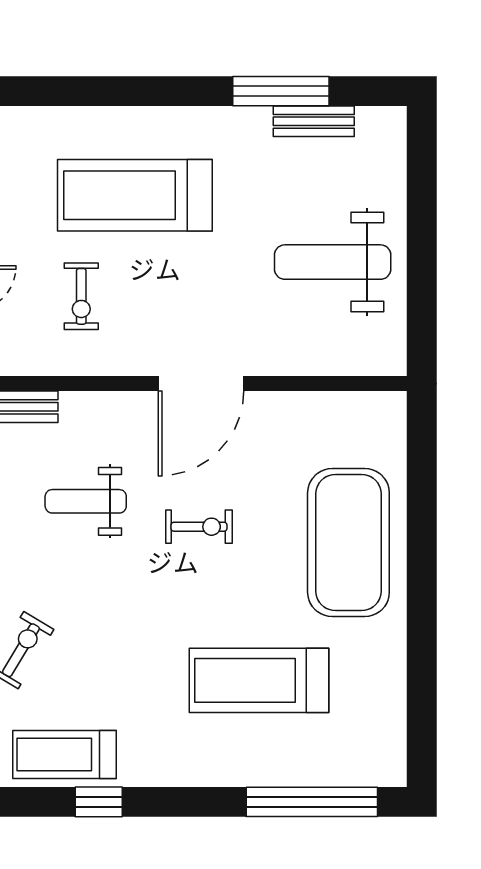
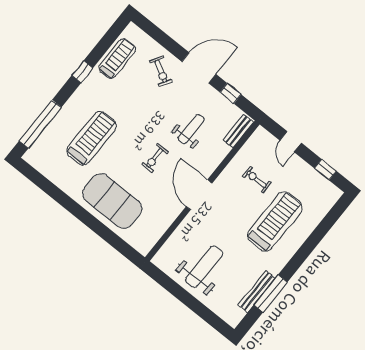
bench: (314, 121) -> (257, 292), width x1.36
window: (99, 802) -> (82, 72), moved

